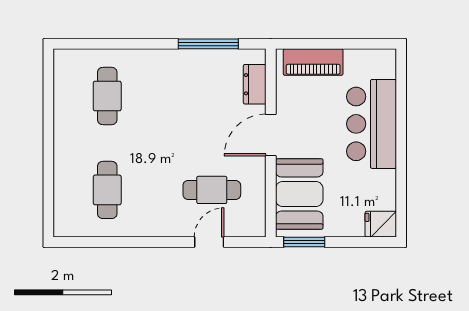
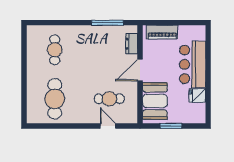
cafe table: (107, 190) -> (55, 99), width x1.37, depth x1.35
fridge: (381, 224) -> (197, 95), moved
door: (209, 242) -> (108, 126), hinge flipped
window: (304, 242) -> (171, 126), moved

